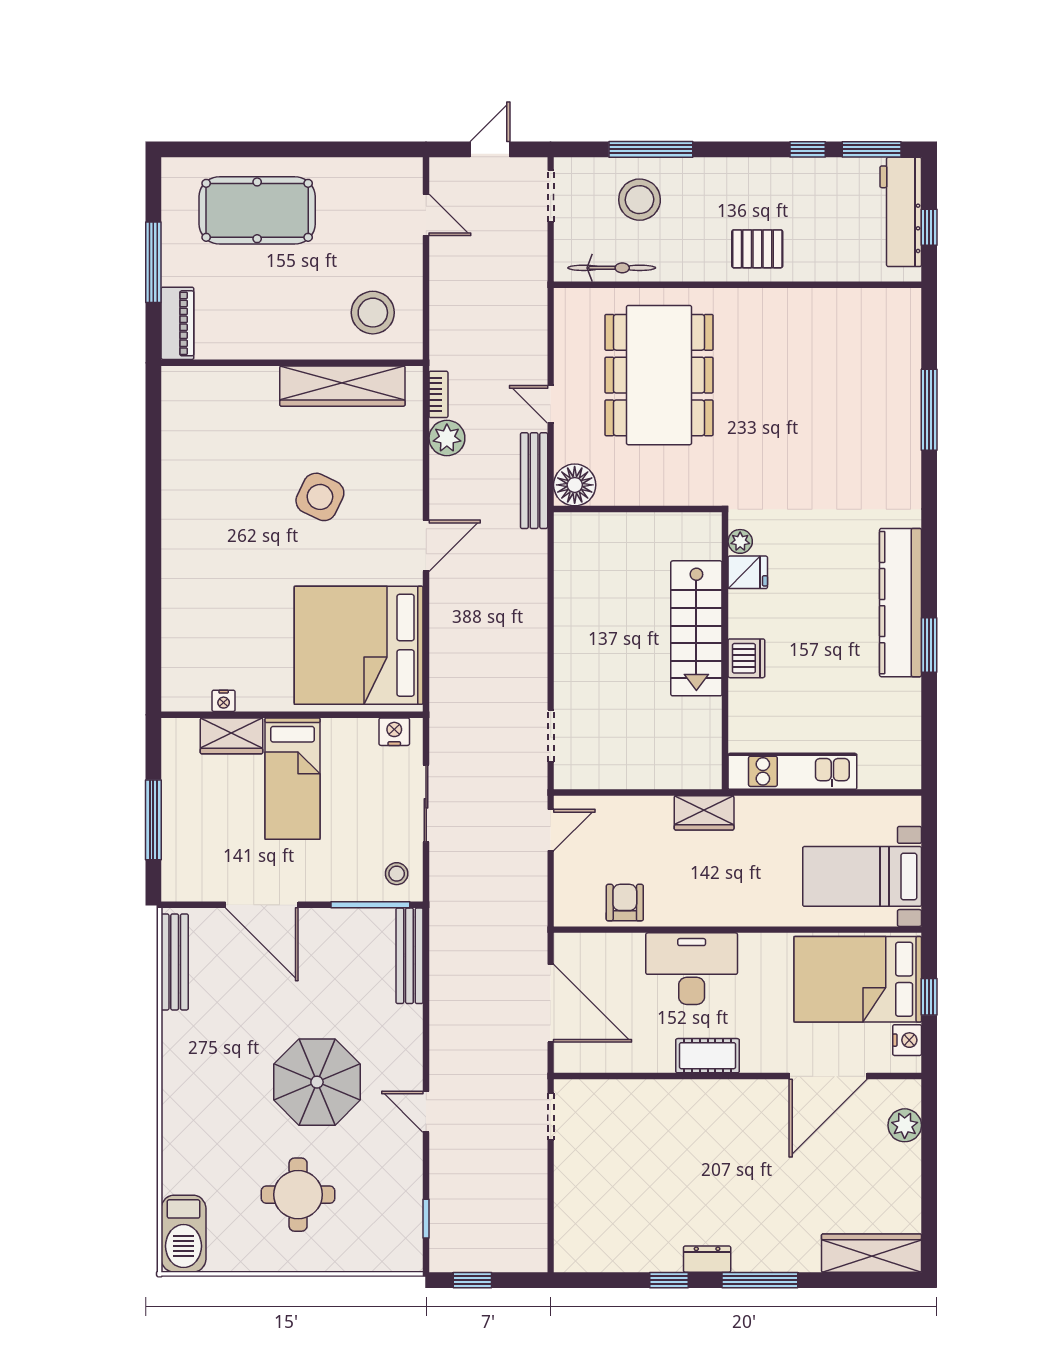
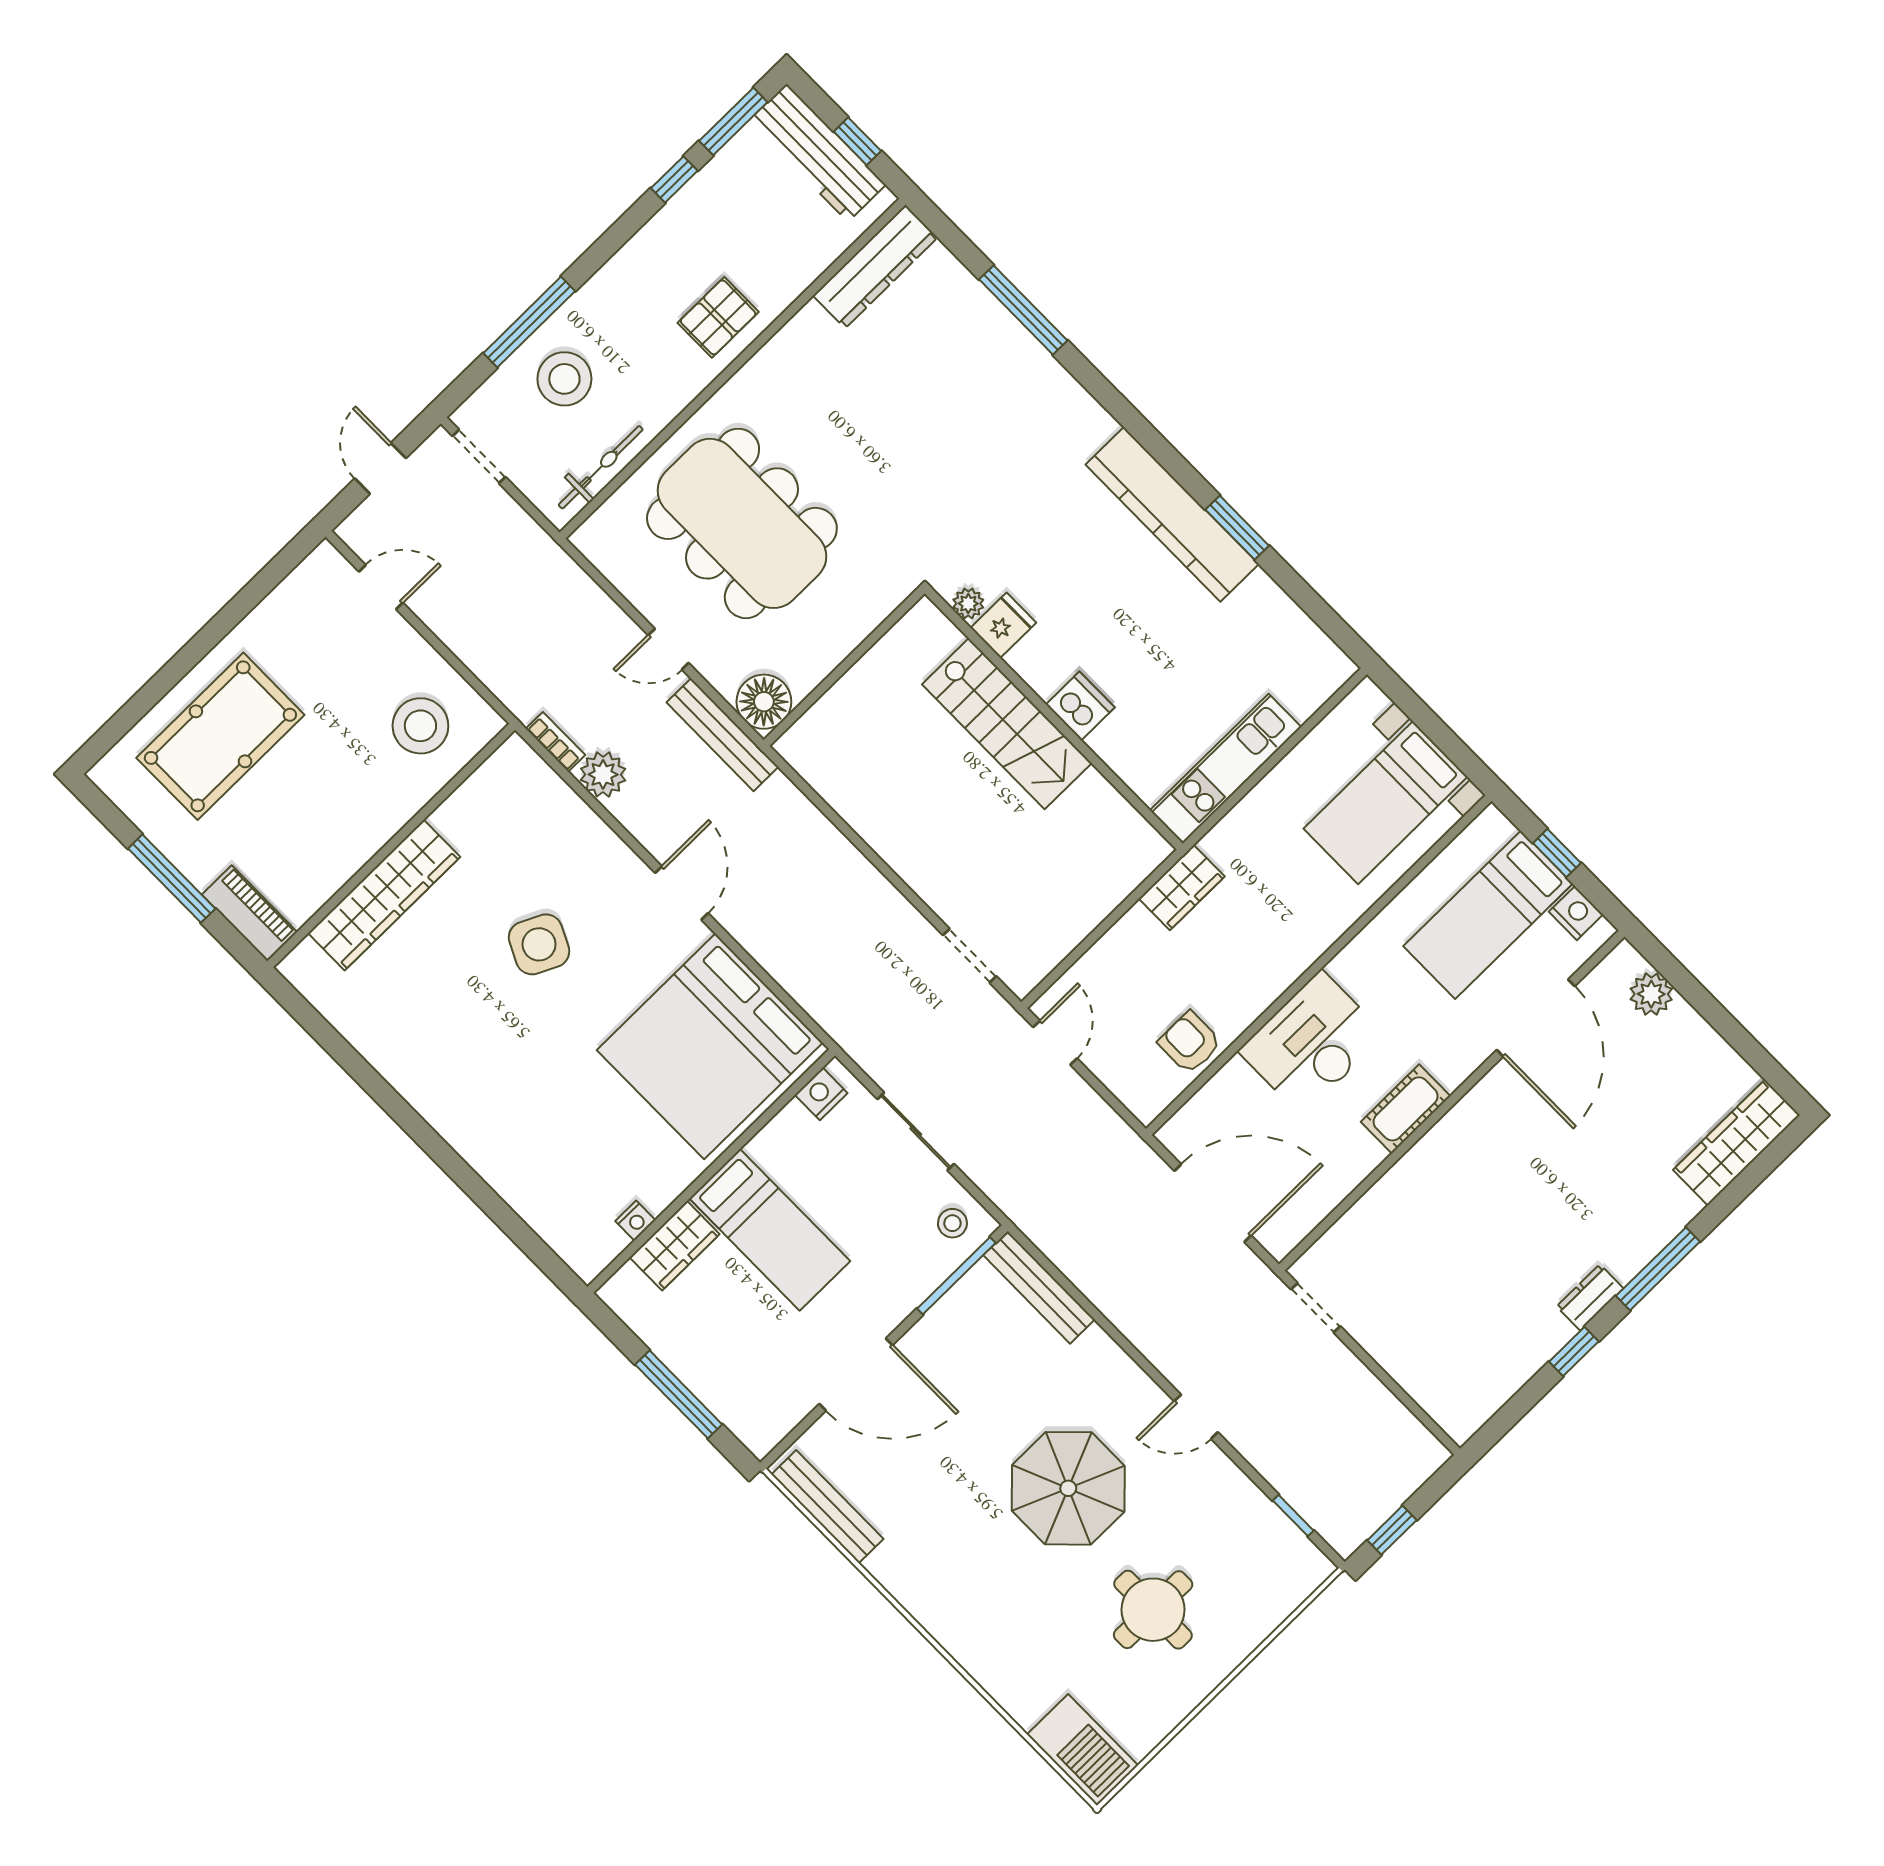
dresser: (871, 306) -> (875, 267), added
wardrobe: (342, 386) -> (384, 895), moved
bed: (858, 979) -> (1488, 915), width x0.67

